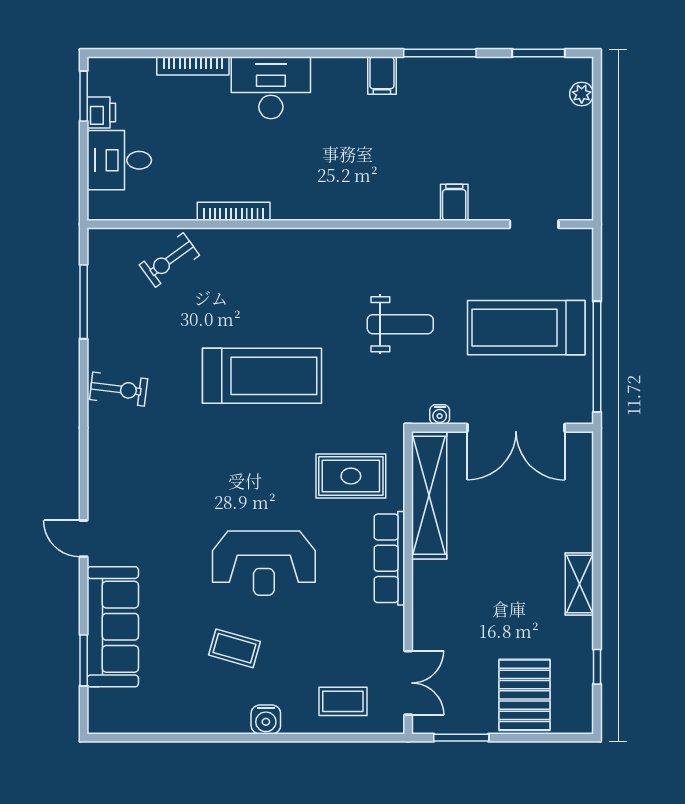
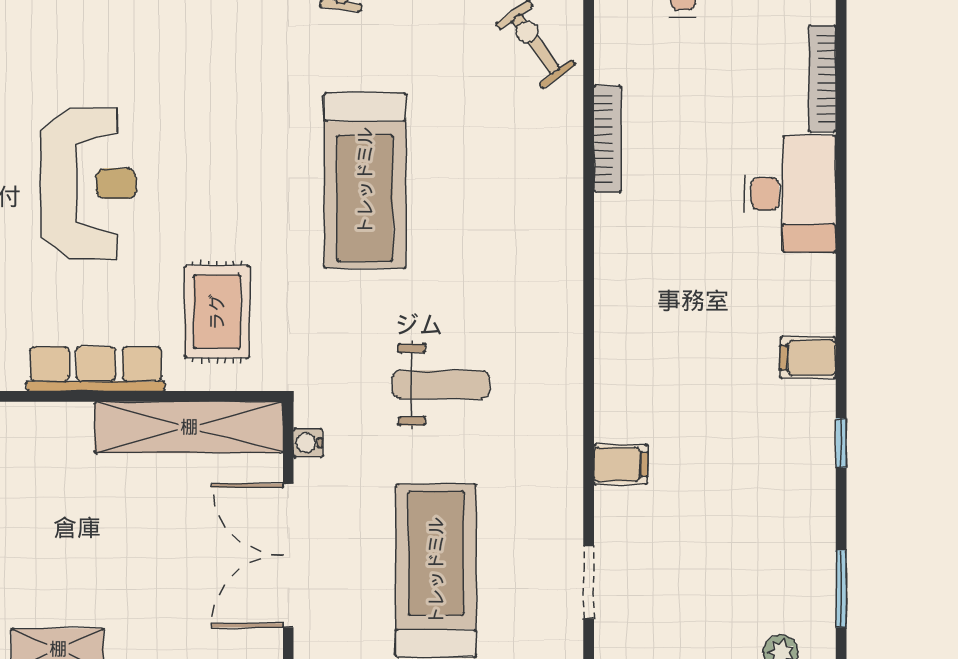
window: (440, 53) -> (841, 443), width x0.46
weight bench: (400, 324) -> (441, 385), turned -90
reception desk: (264, 563) -> (89, 183), turned 180

